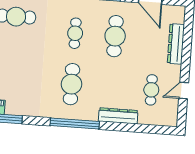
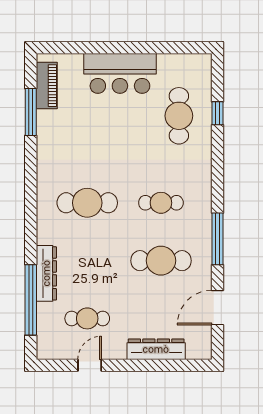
door: (184, 90) -> (90, 365), hinge flipped
window: (75, 124) -> (31, 300), moved

